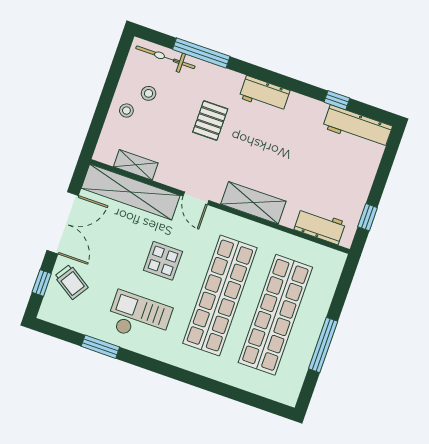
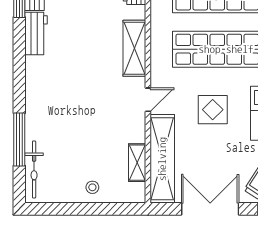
stool: (149, 93) -> (71, 173), removed
workbench: (265, 94) -> (36, 34), moved
pallet: (210, 121) -> (76, 111), removed

